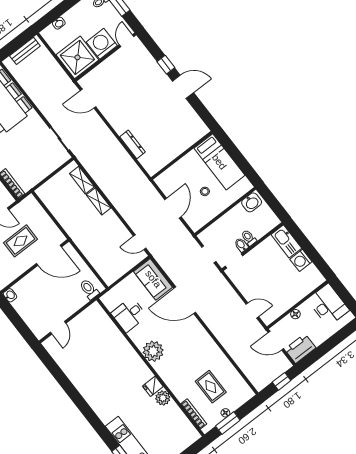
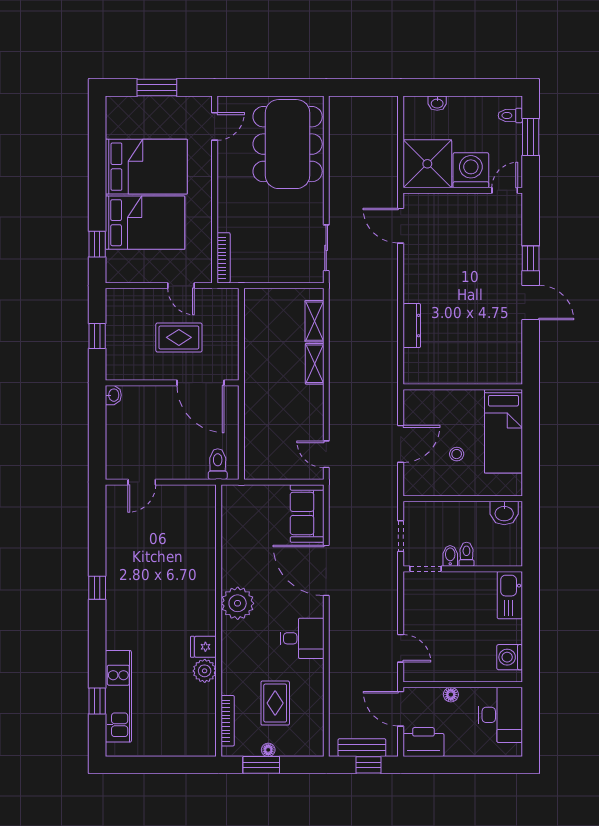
bench: (25, 51) -> (362, 748), moved
washing machine: (301, 260) -> (510, 657), moved
desk: (129, 315) -> (302, 638), moved, turned 180
window: (77, 398) -> (97, 588), added

